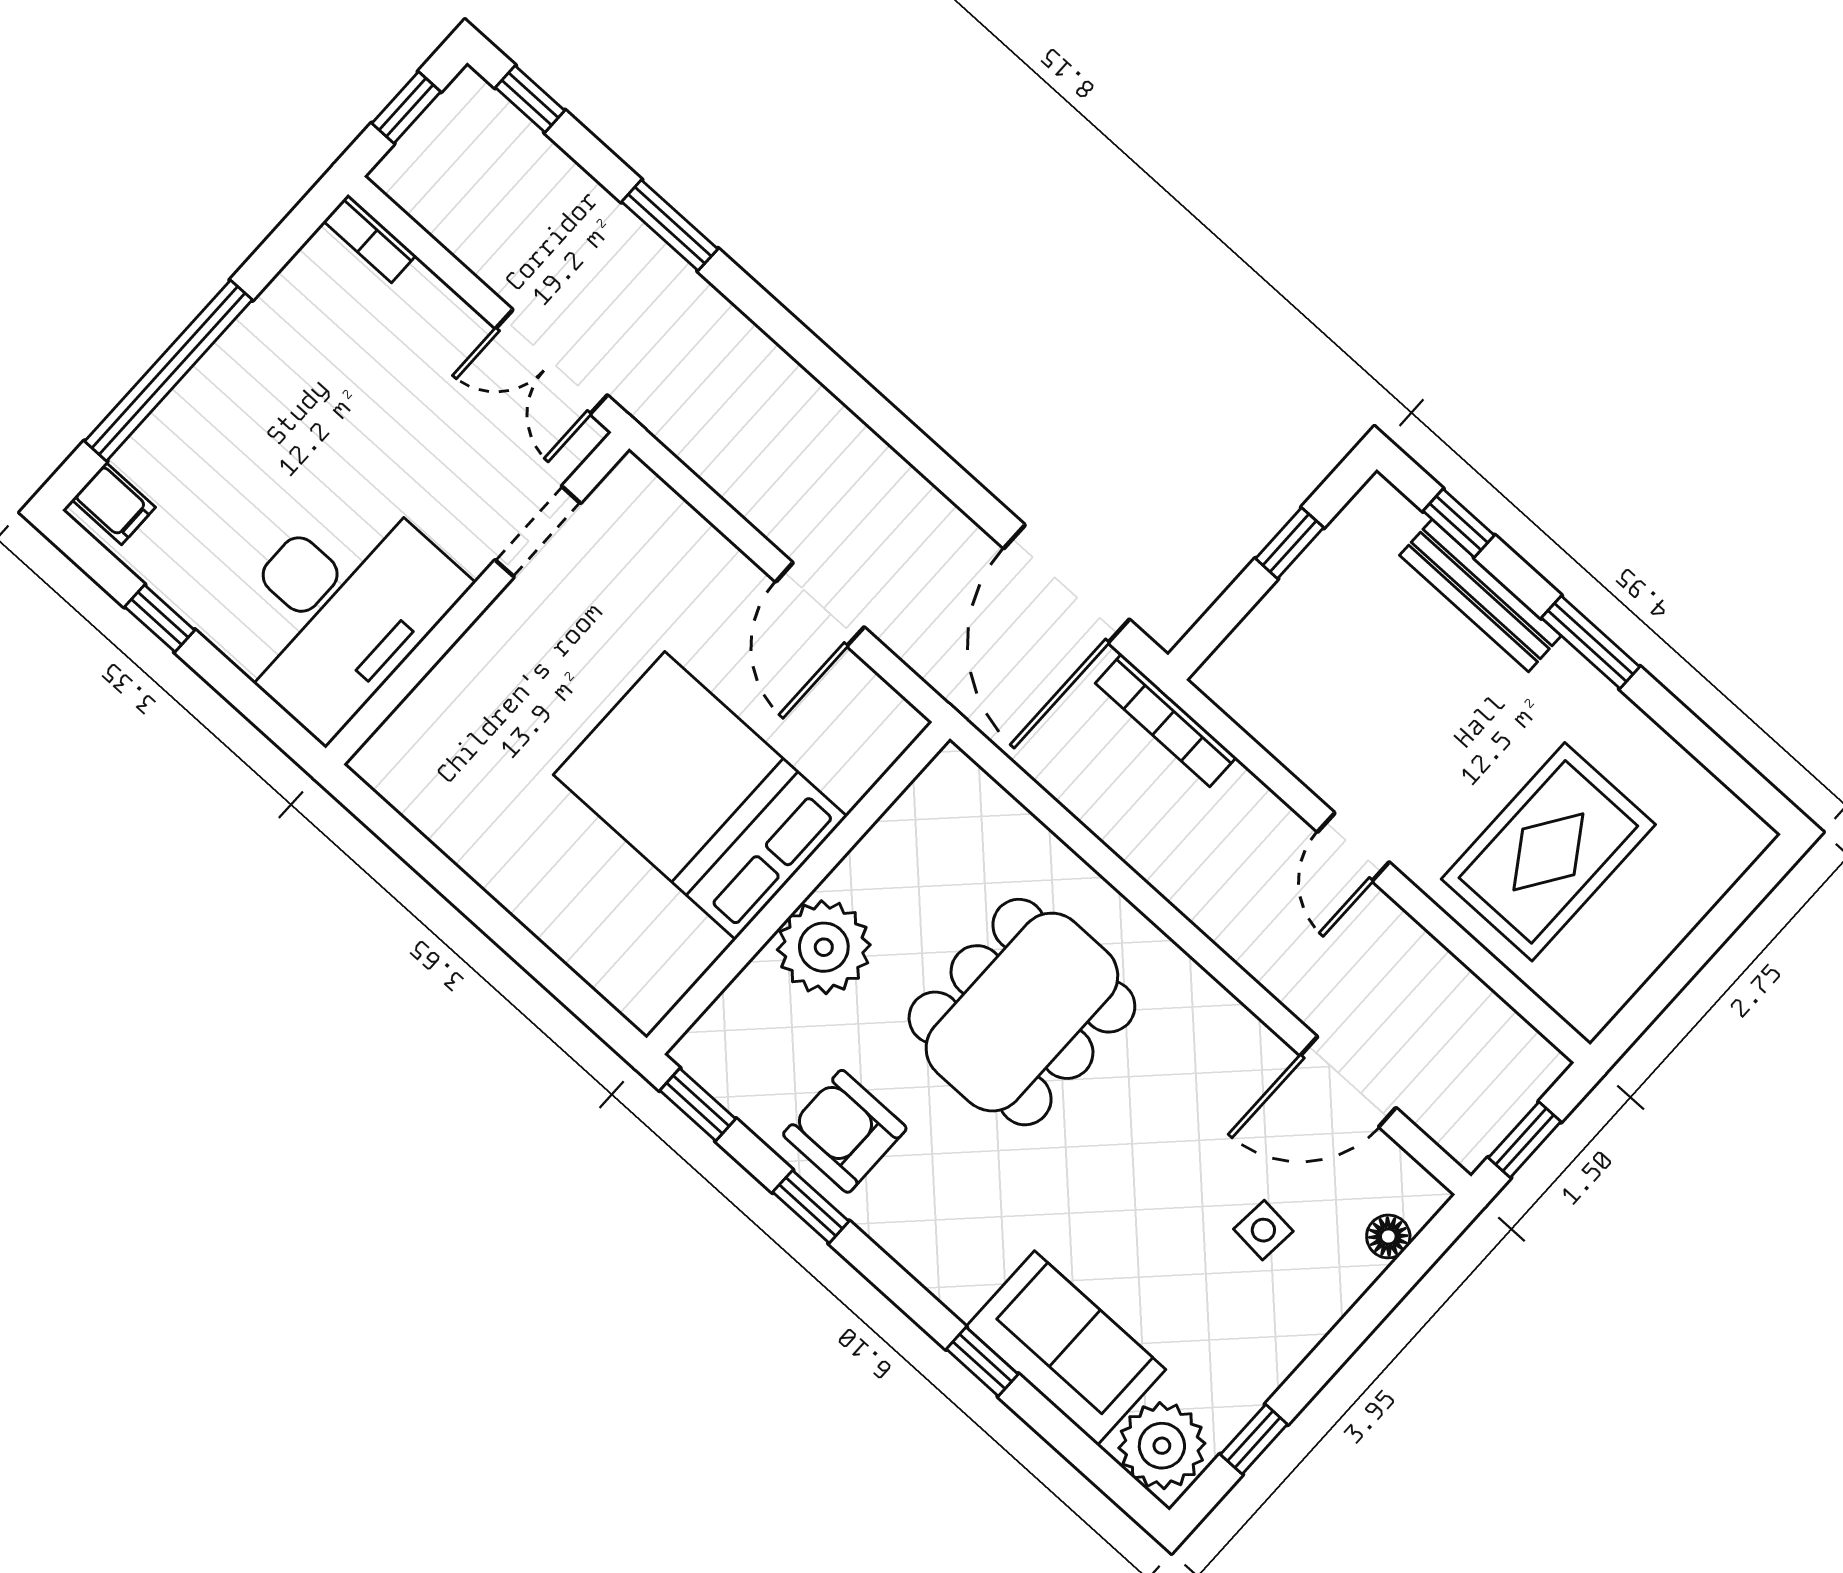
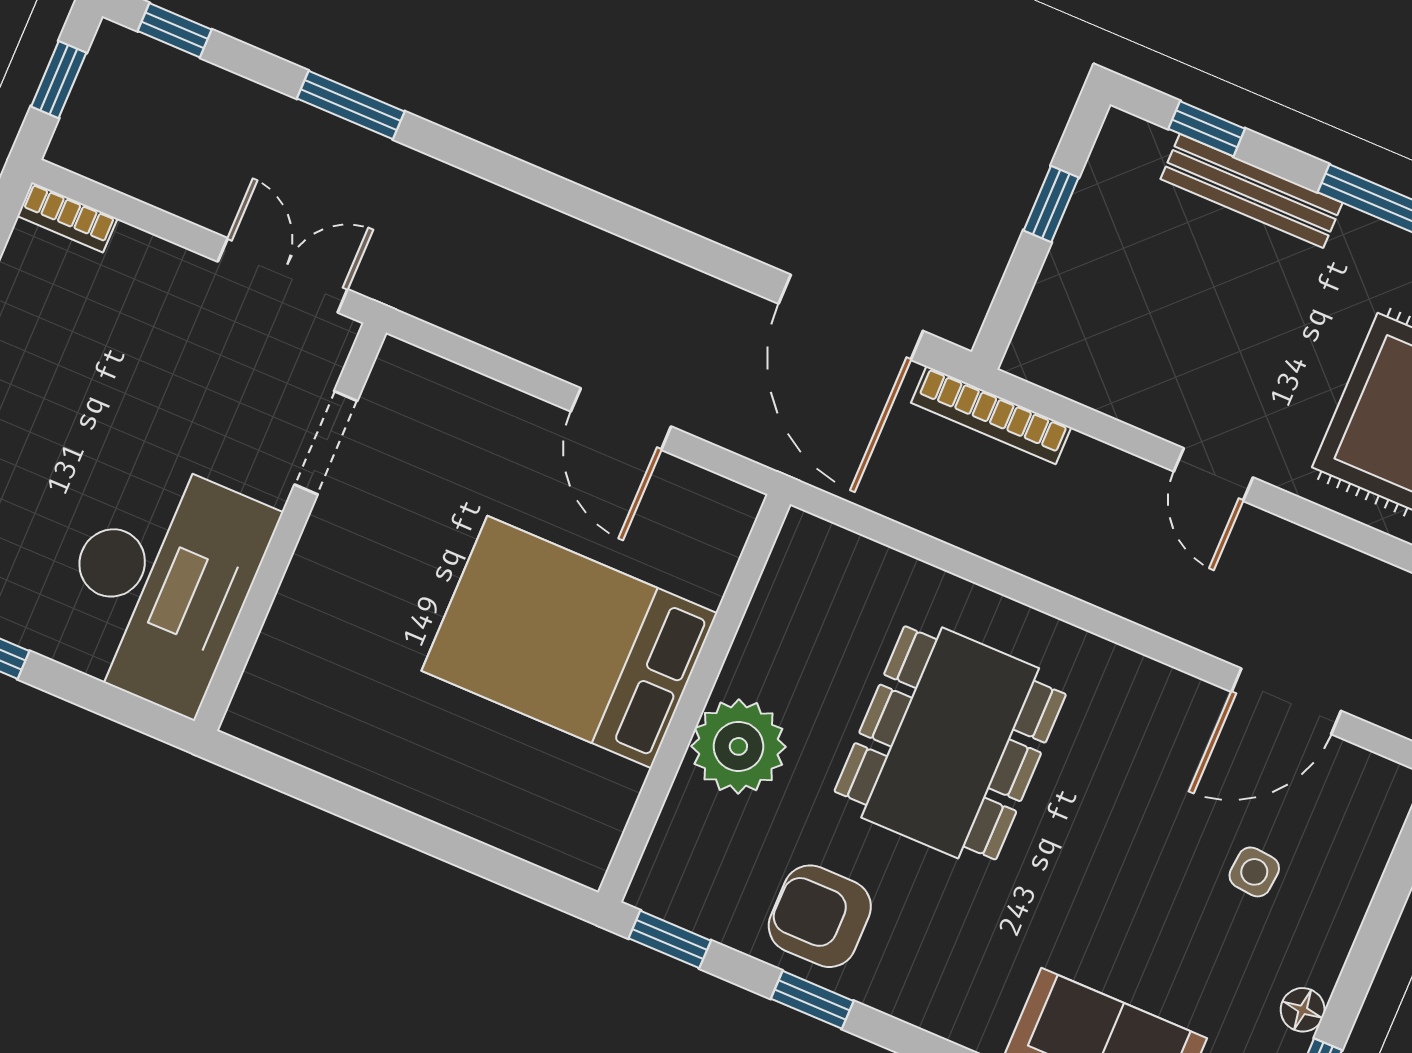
double door: (551, 362) -> (283, 275), swing flipped
floor lamp: (1388, 1236) -> (1303, 1010), moved

